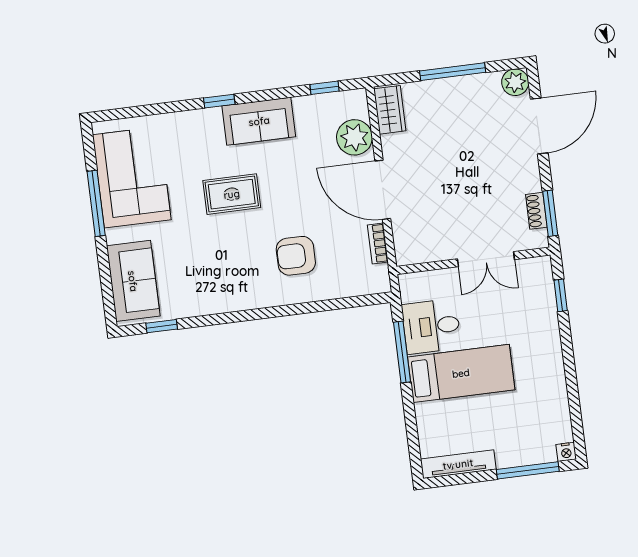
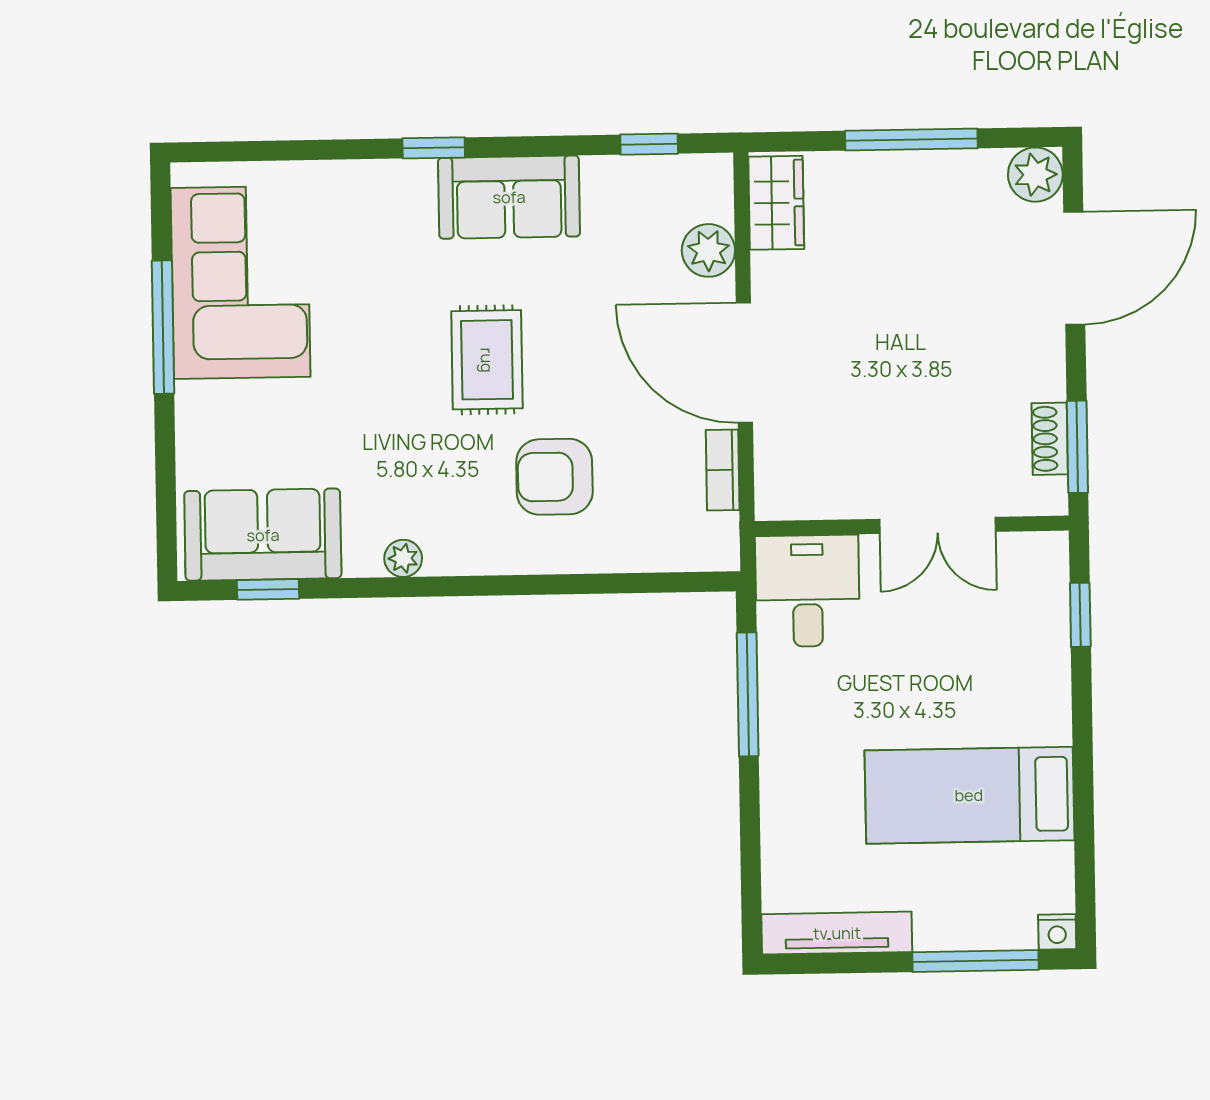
plant: (354, 137) -> (708, 250), width x0.73, depth x0.73
rug: (232, 194) -> (487, 360), moved, turned 90
sofa: (133, 281) -> (263, 535), moved, turned -90
plant: (226, 304) -> (403, 558), added
desk: (431, 326) -> (807, 591), moved, turned 90
bed: (461, 373) -> (969, 795), moved, turned 180

